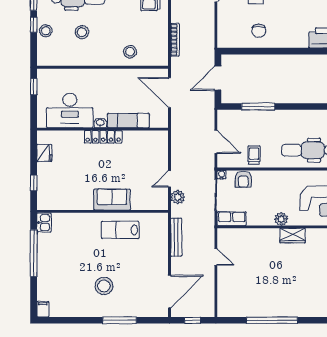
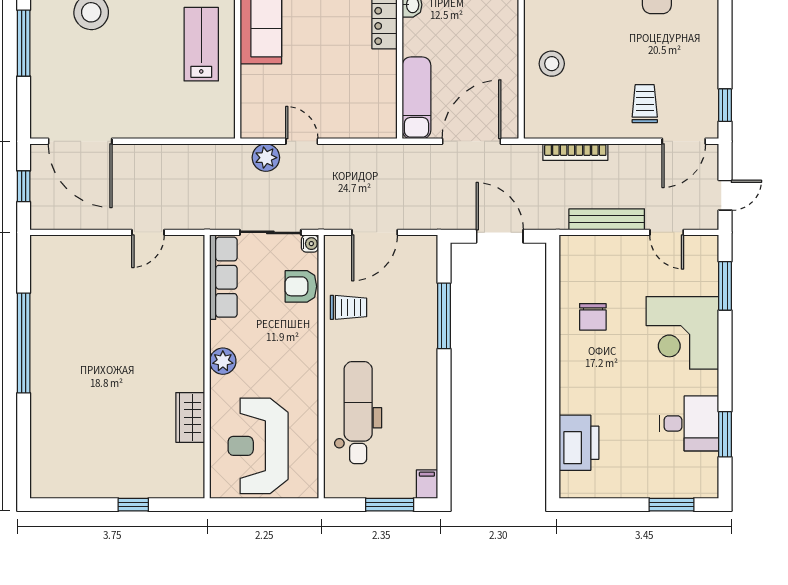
chair: (259, 31) -> (593, 317), turned -90
exam couch: (128, 120) -> (416, 98), moved
row of seats: (232, 219) -> (223, 277), width x1.48
wardrobe: (293, 236) -> (190, 417), moved
bench: (176, 237) -> (607, 219), moved

